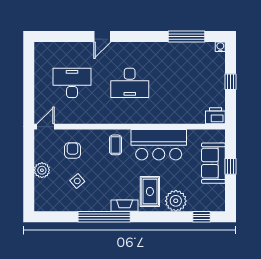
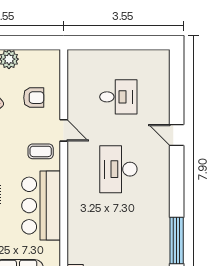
desk: (72, 83) -> (118, 97), width x0.73
door: (46, 127) -> (64, 130), moved

